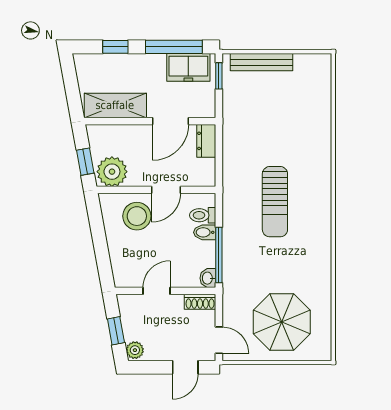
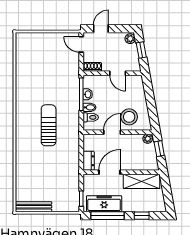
bench: (261, 62) -> (34, 207), moved
freezer: (188, 67) -> (104, 204), width x1.40
plant: (112, 172) -> (148, 139), width x0.53, depth x0.53
washbasin: (208, 278) -> (88, 94), moved
door: (157, 291) -> (118, 73), hinge flipped
parasol: (282, 322) -> (45, 55), removed

